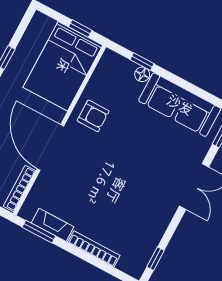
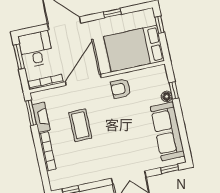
window: (80, 29) -> (160, 25), moved
armchair: (93, 116) -> (121, 89), turned 90
coffee table: (96, 191) -> (80, 125), added

